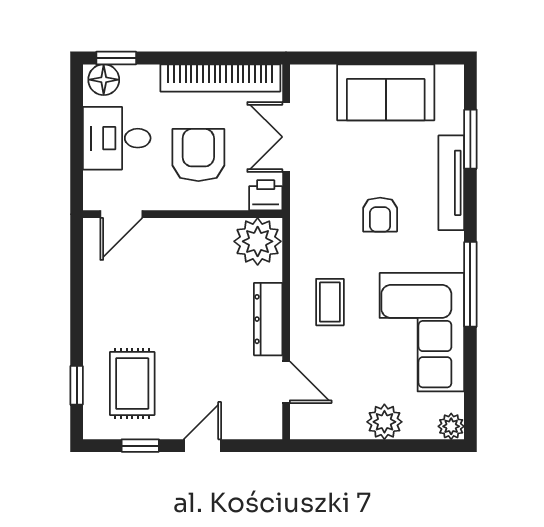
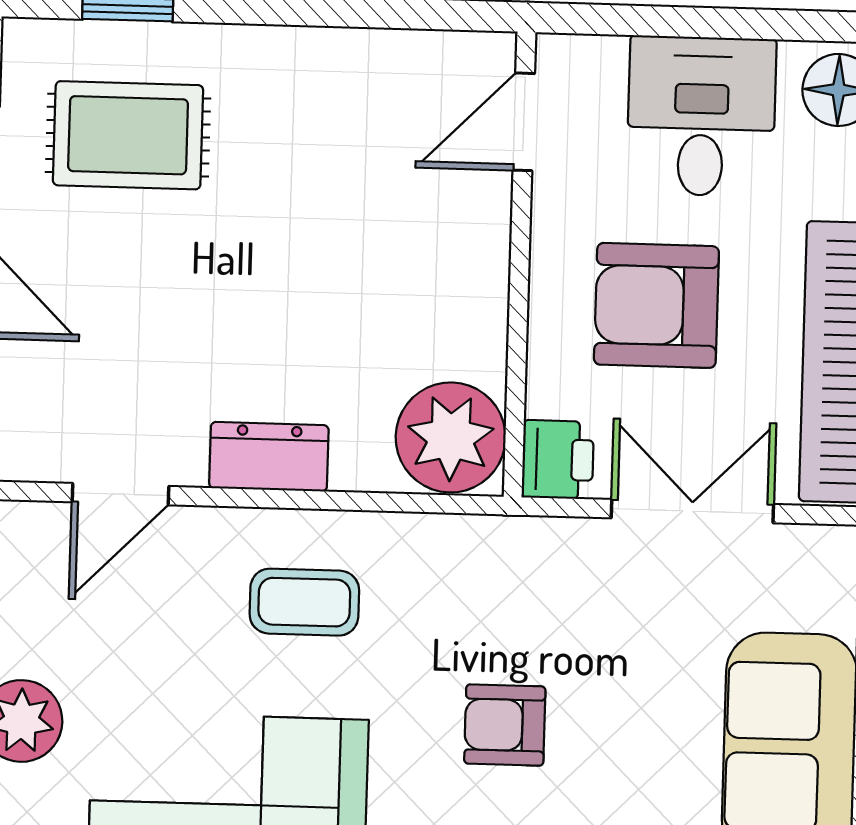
armchair: (198, 155) -> (656, 305), turned 180
door: (121, 214) -> (524, 122), hinge flipped
dresser: (268, 319) -> (269, 457), width x0.70

